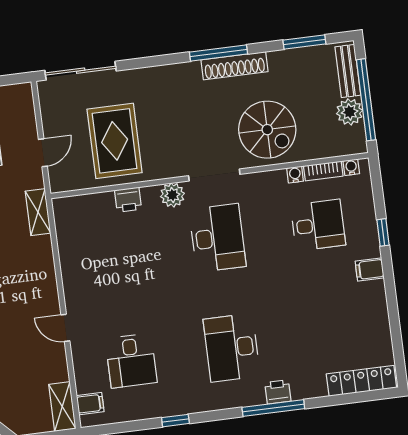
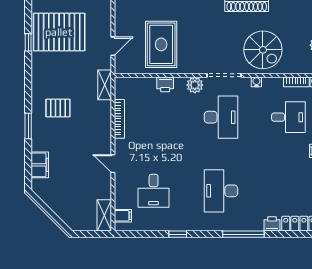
water cooler: (295, 175) -> (256, 82), moved
bookcase: (66, 260) -> (119, 119), added
printer: (278, 392) -> (272, 224), moved

